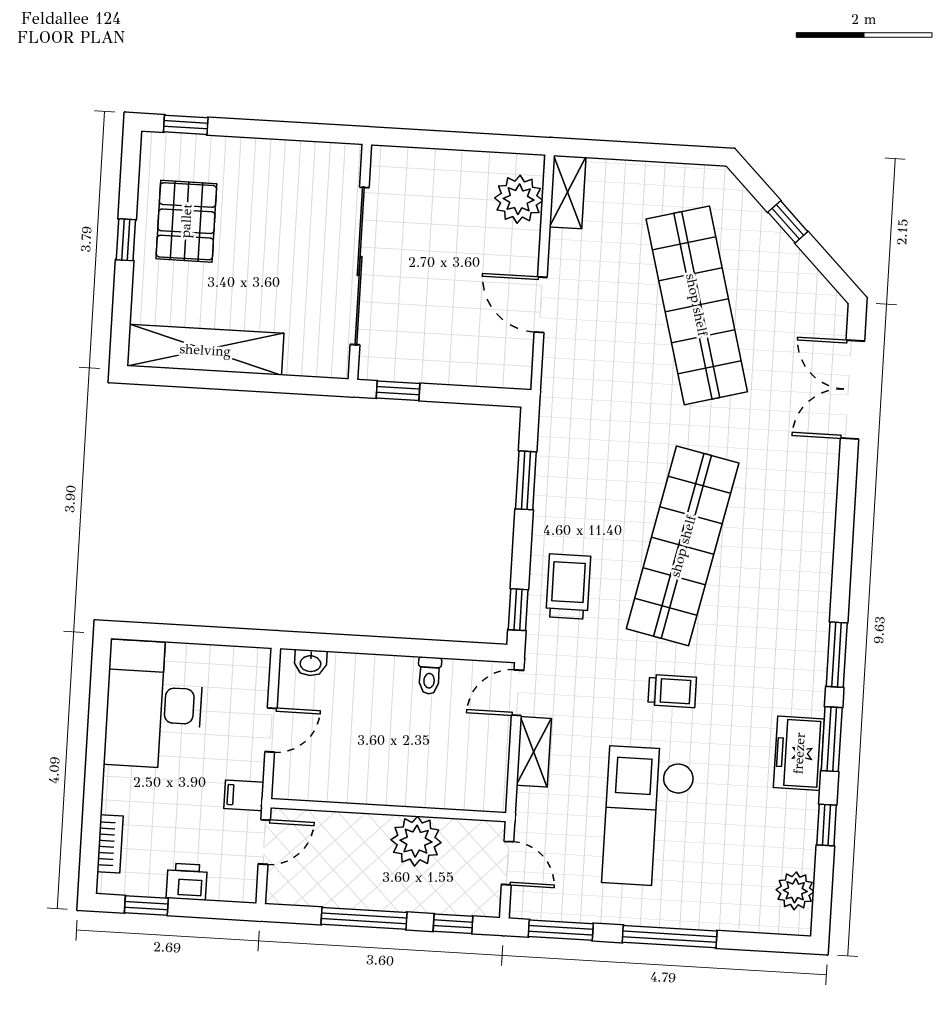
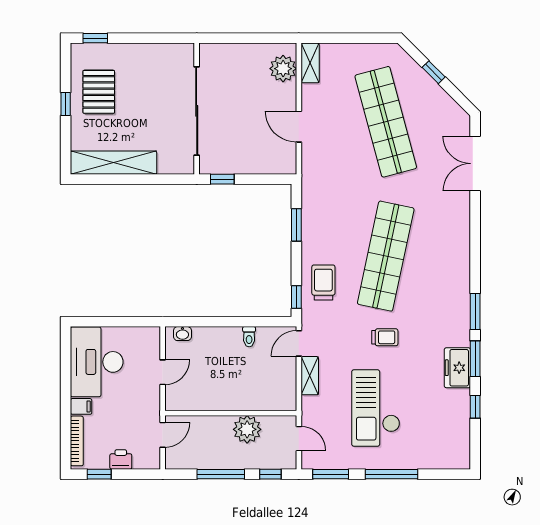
filing cabinet: (244, 795) -> (81, 406), moved, turned 180
bookcase: (110, 844) -> (77, 441), width x1.56
plant: (795, 891) -> (460, 444), removed

